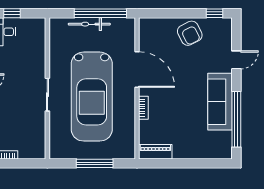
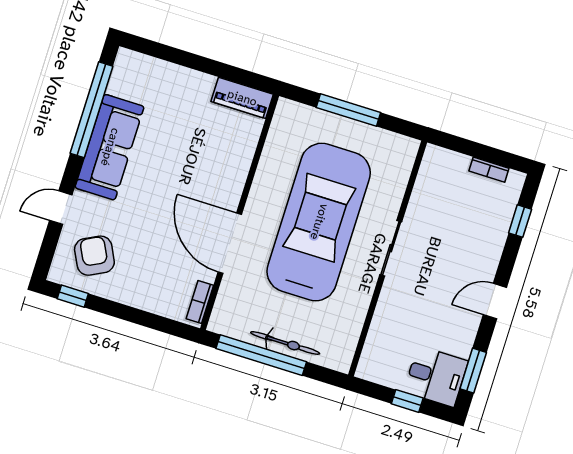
armchair: (190, 33) -> (94, 256), moved
bookcase: (143, 108) -> (200, 302), moved

